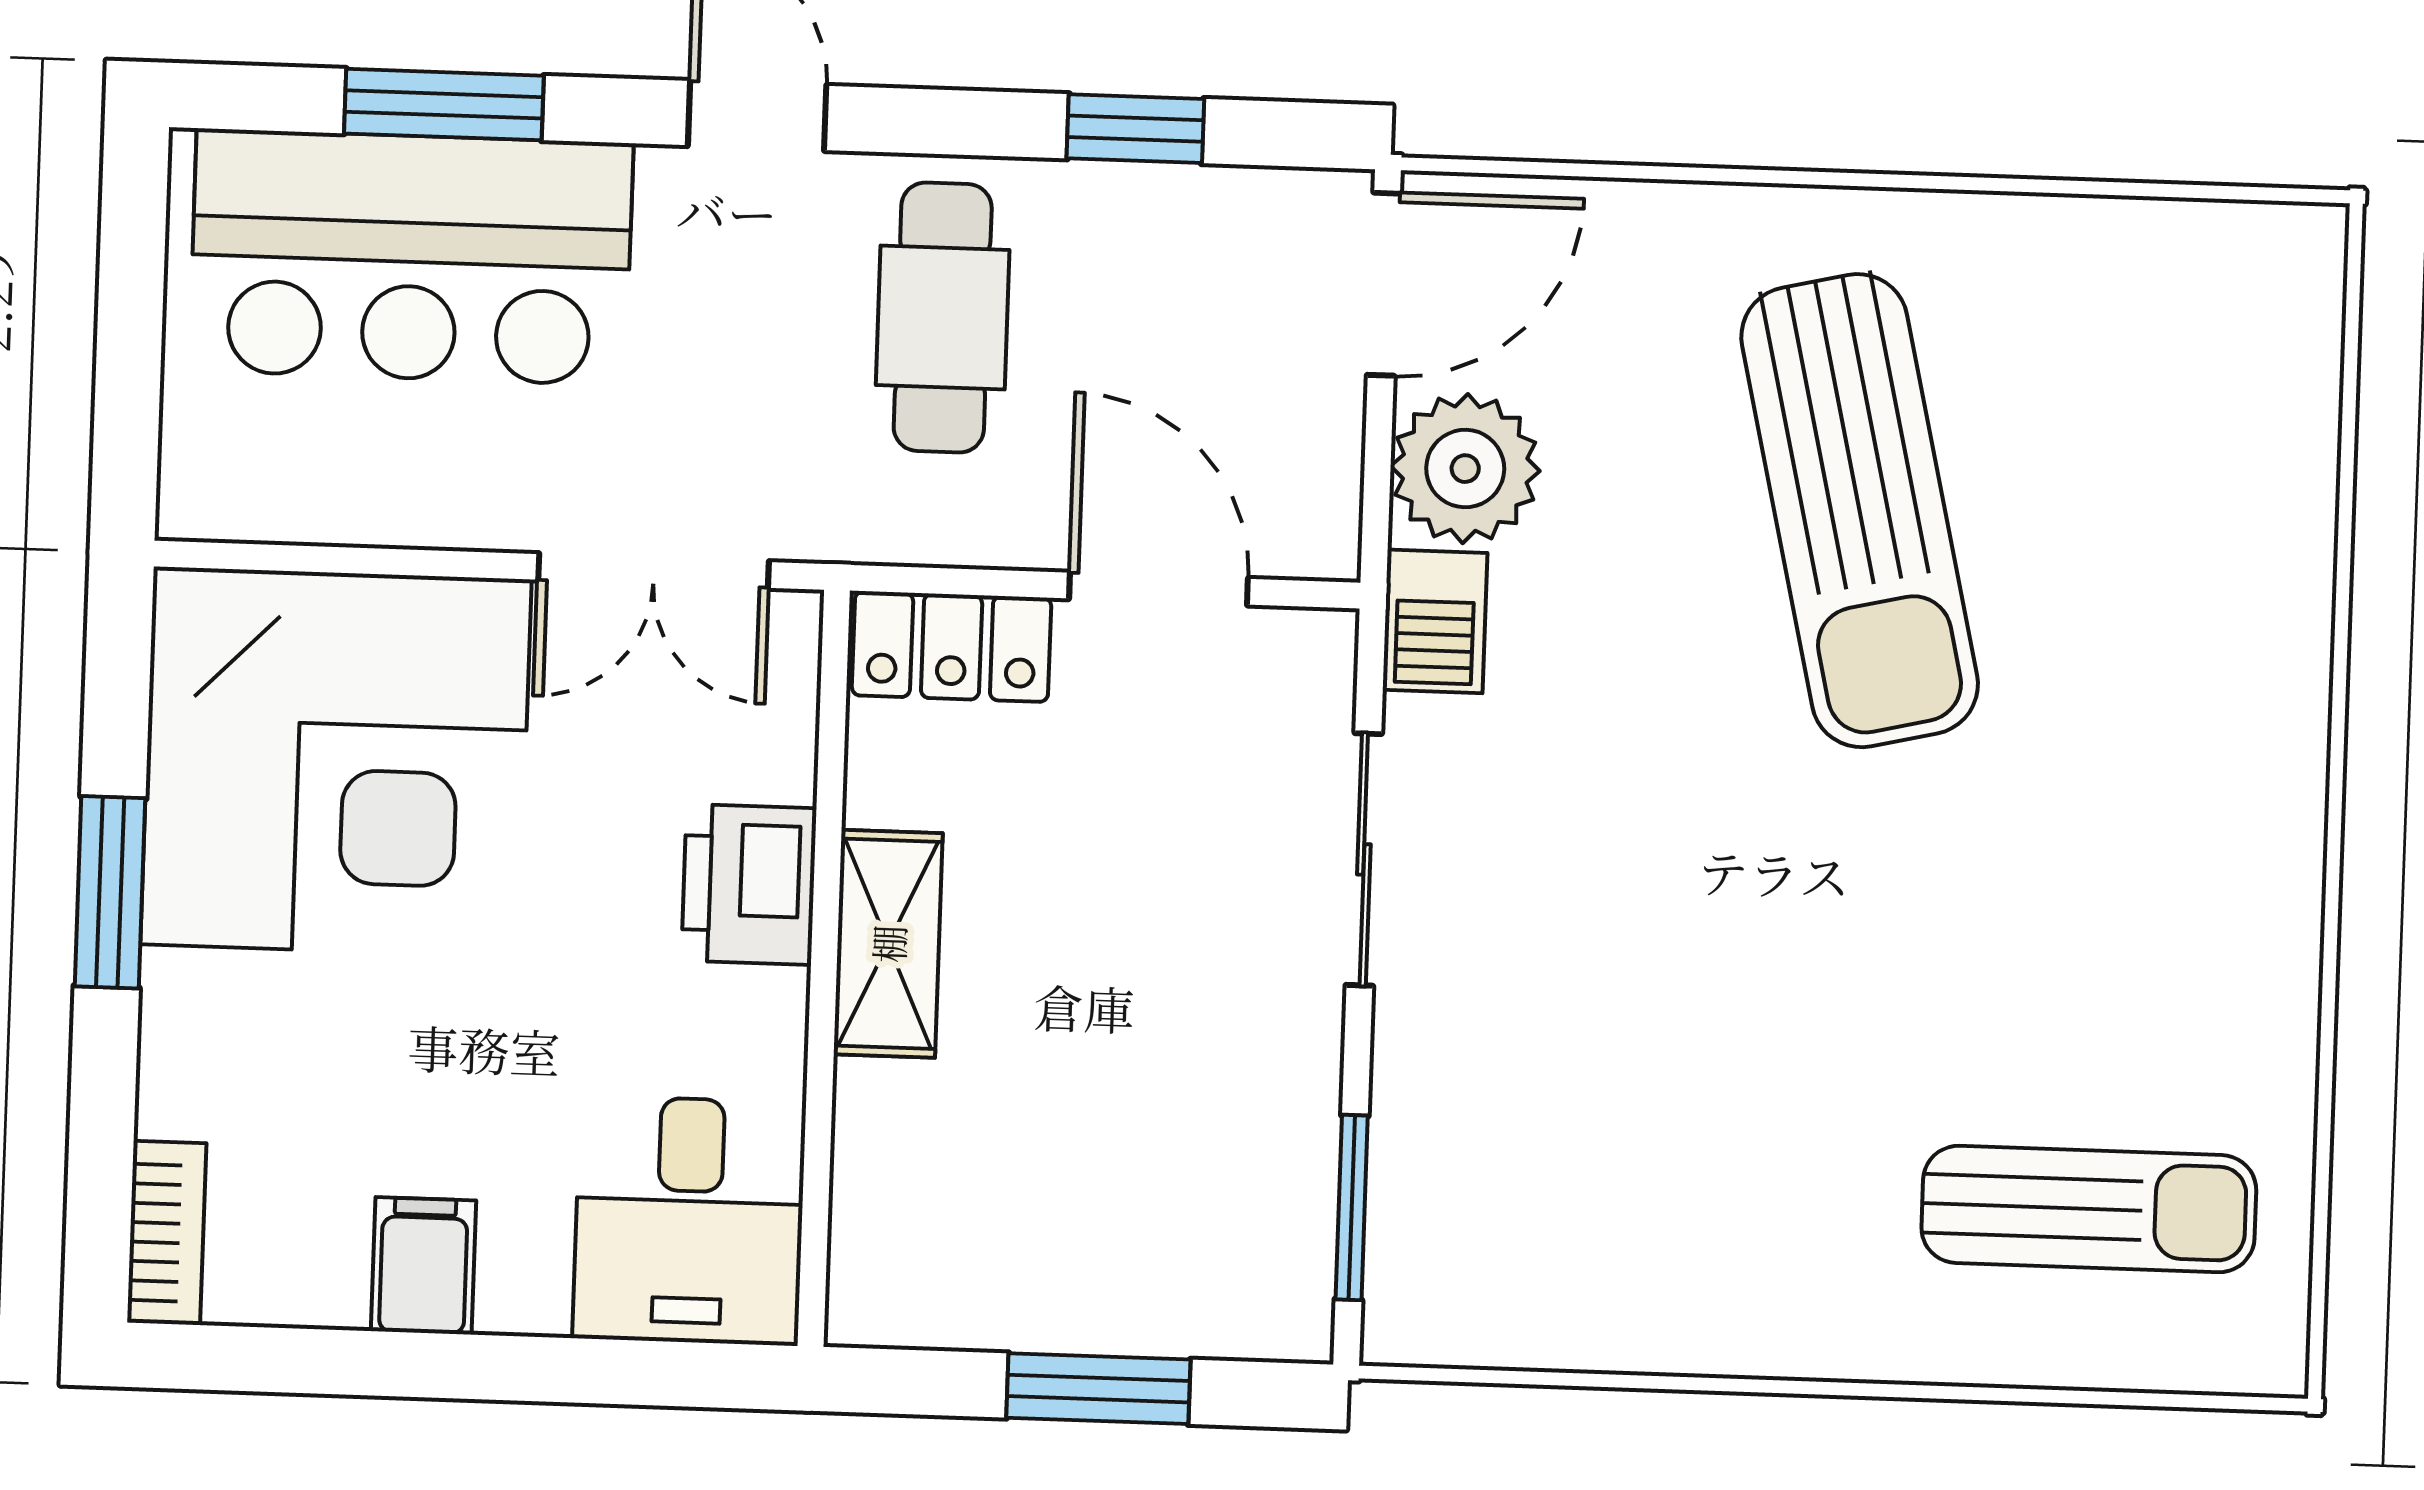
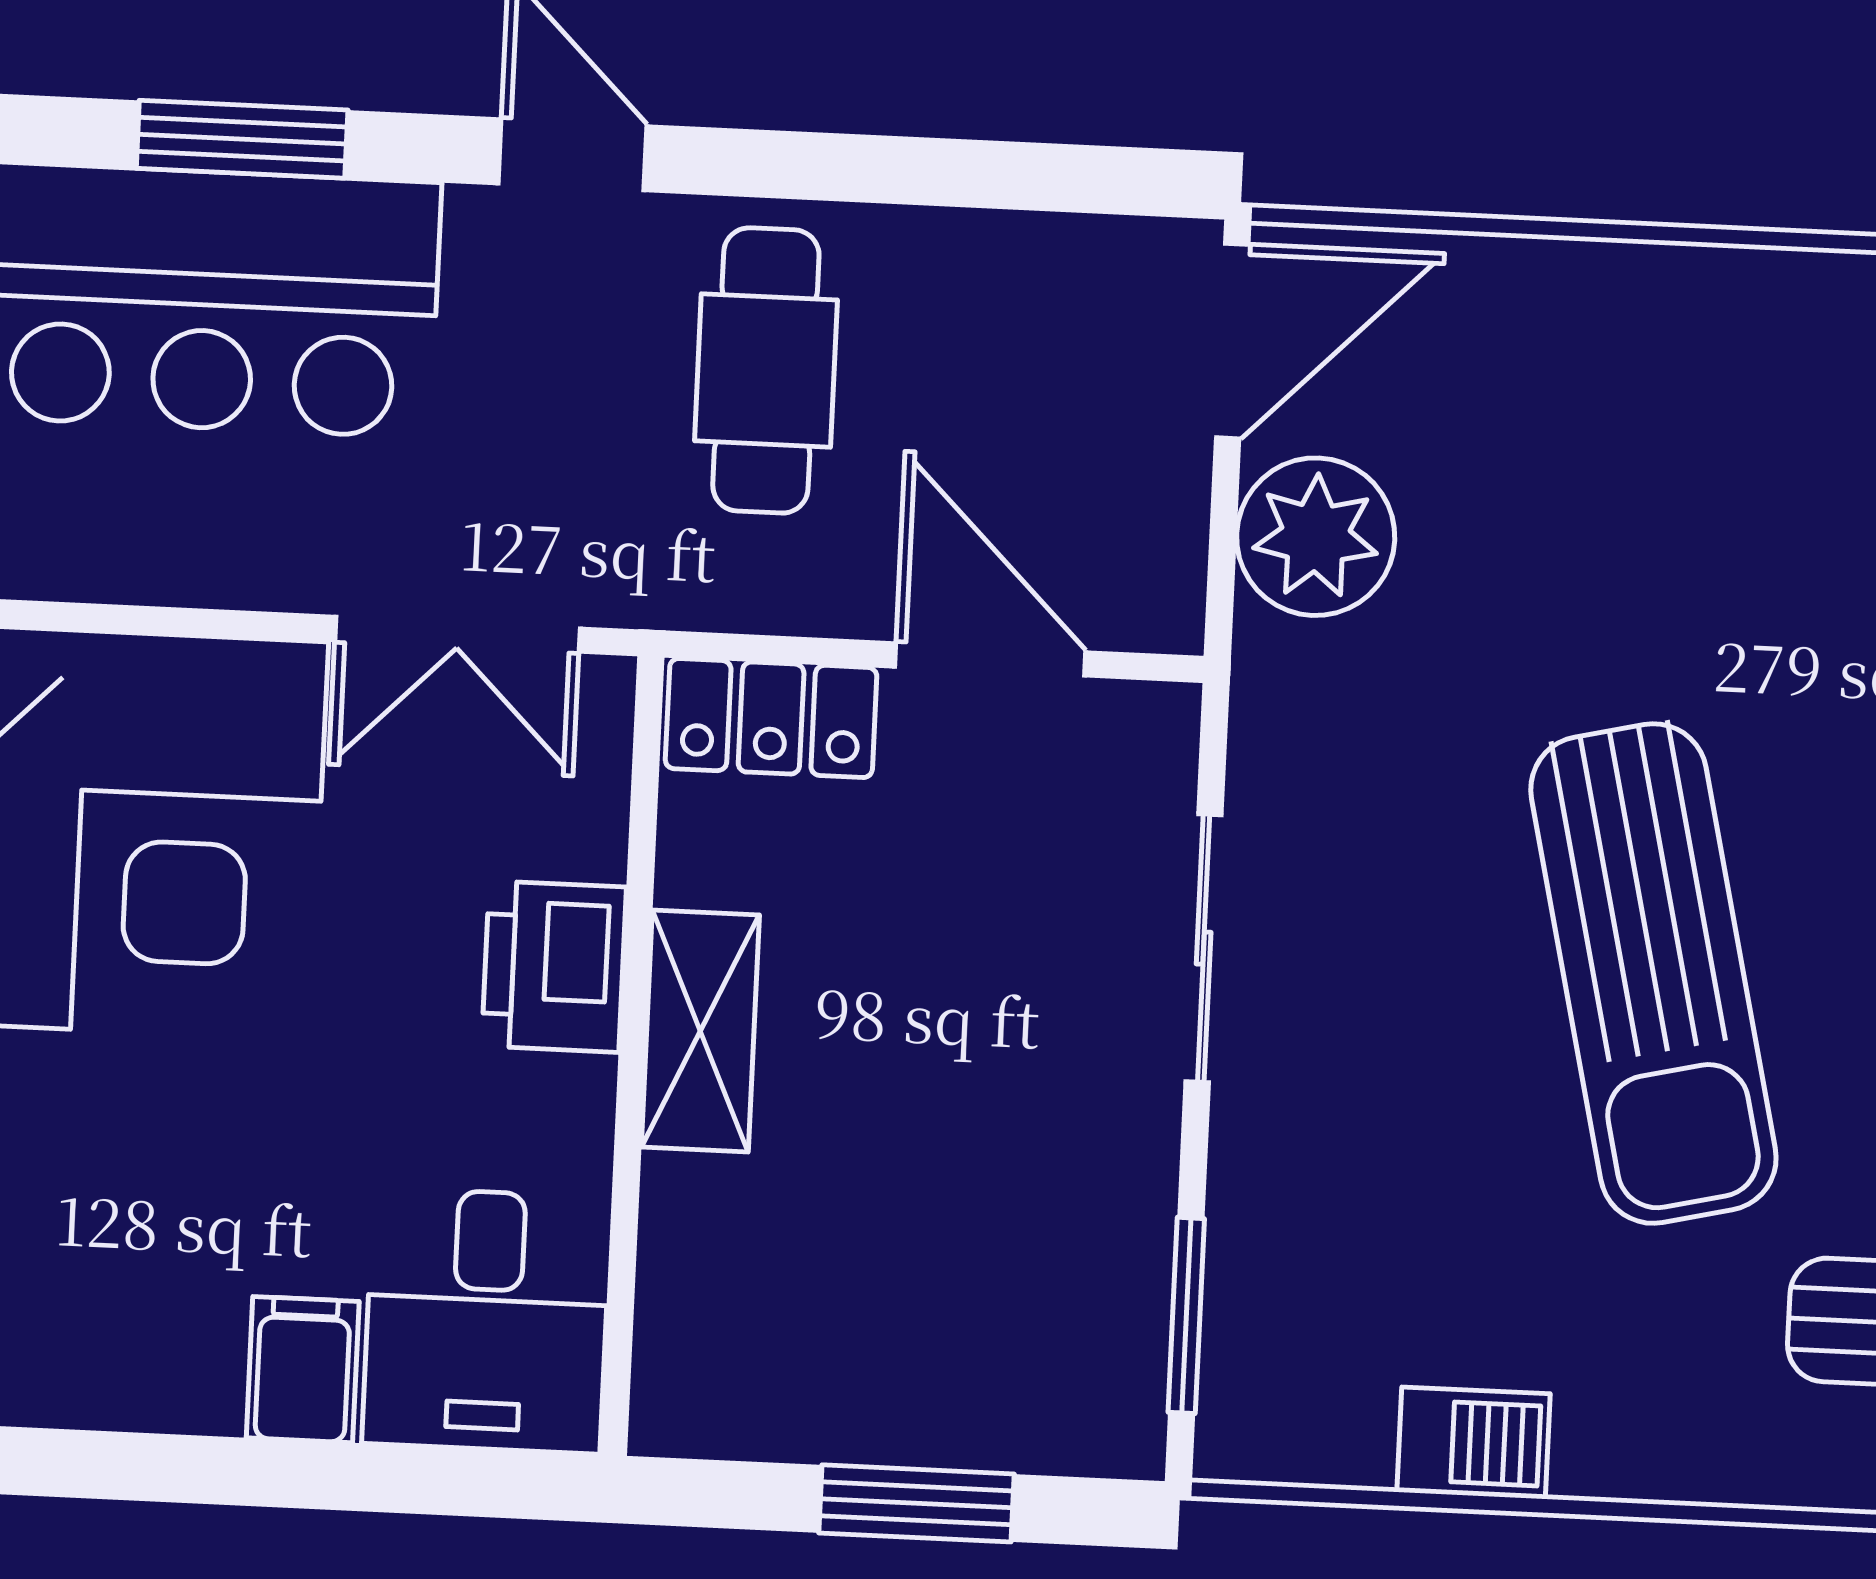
window: (1135, 129) -> (972, 174), removed
sun lounger: (1860, 511) -> (1653, 974), moved
barbecue: (1435, 621) -> (1474, 1443), moved, turned -90
filing cabinet: (423, 1266) -> (303, 1370), moved

